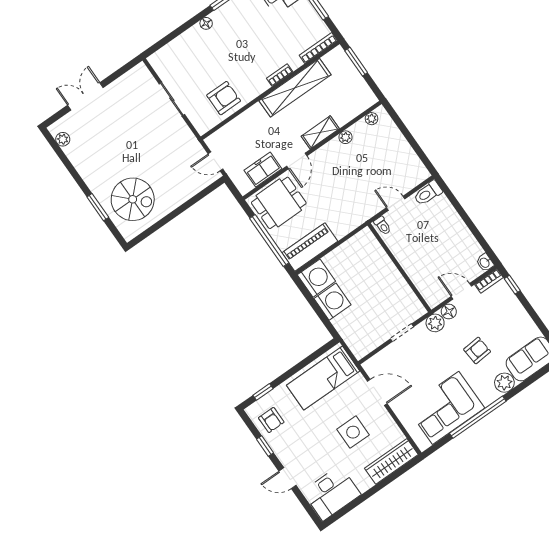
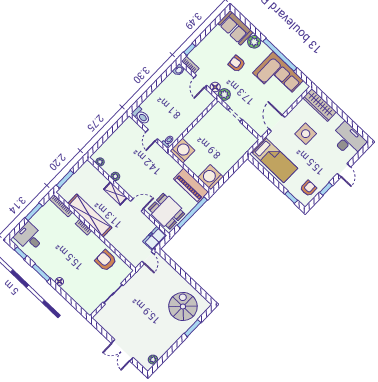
freezer: (263, 170) -> (155, 238), moved, turned 90
washing machine: (333, 302) -> (182, 151), moved, turned 90

